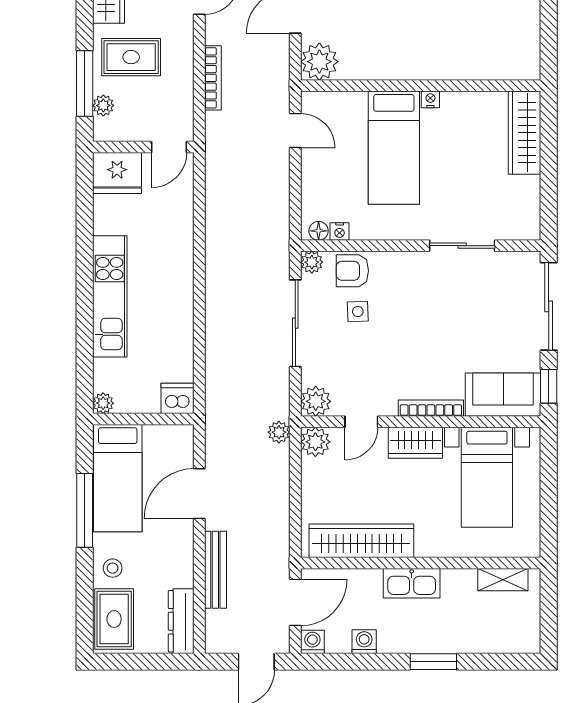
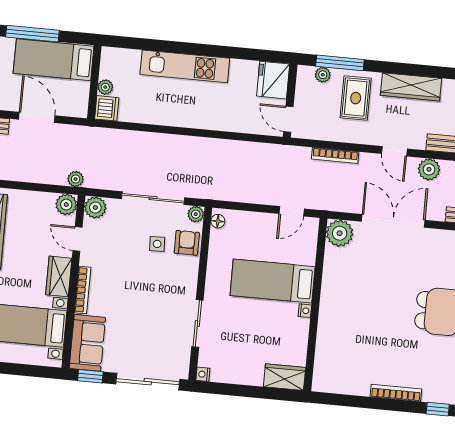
wardrobe: (525, 133) -> (284, 377), width x0.67
nightstand: (340, 231) -> (203, 374), moved
plant: (103, 403) -> (105, 87), moved

